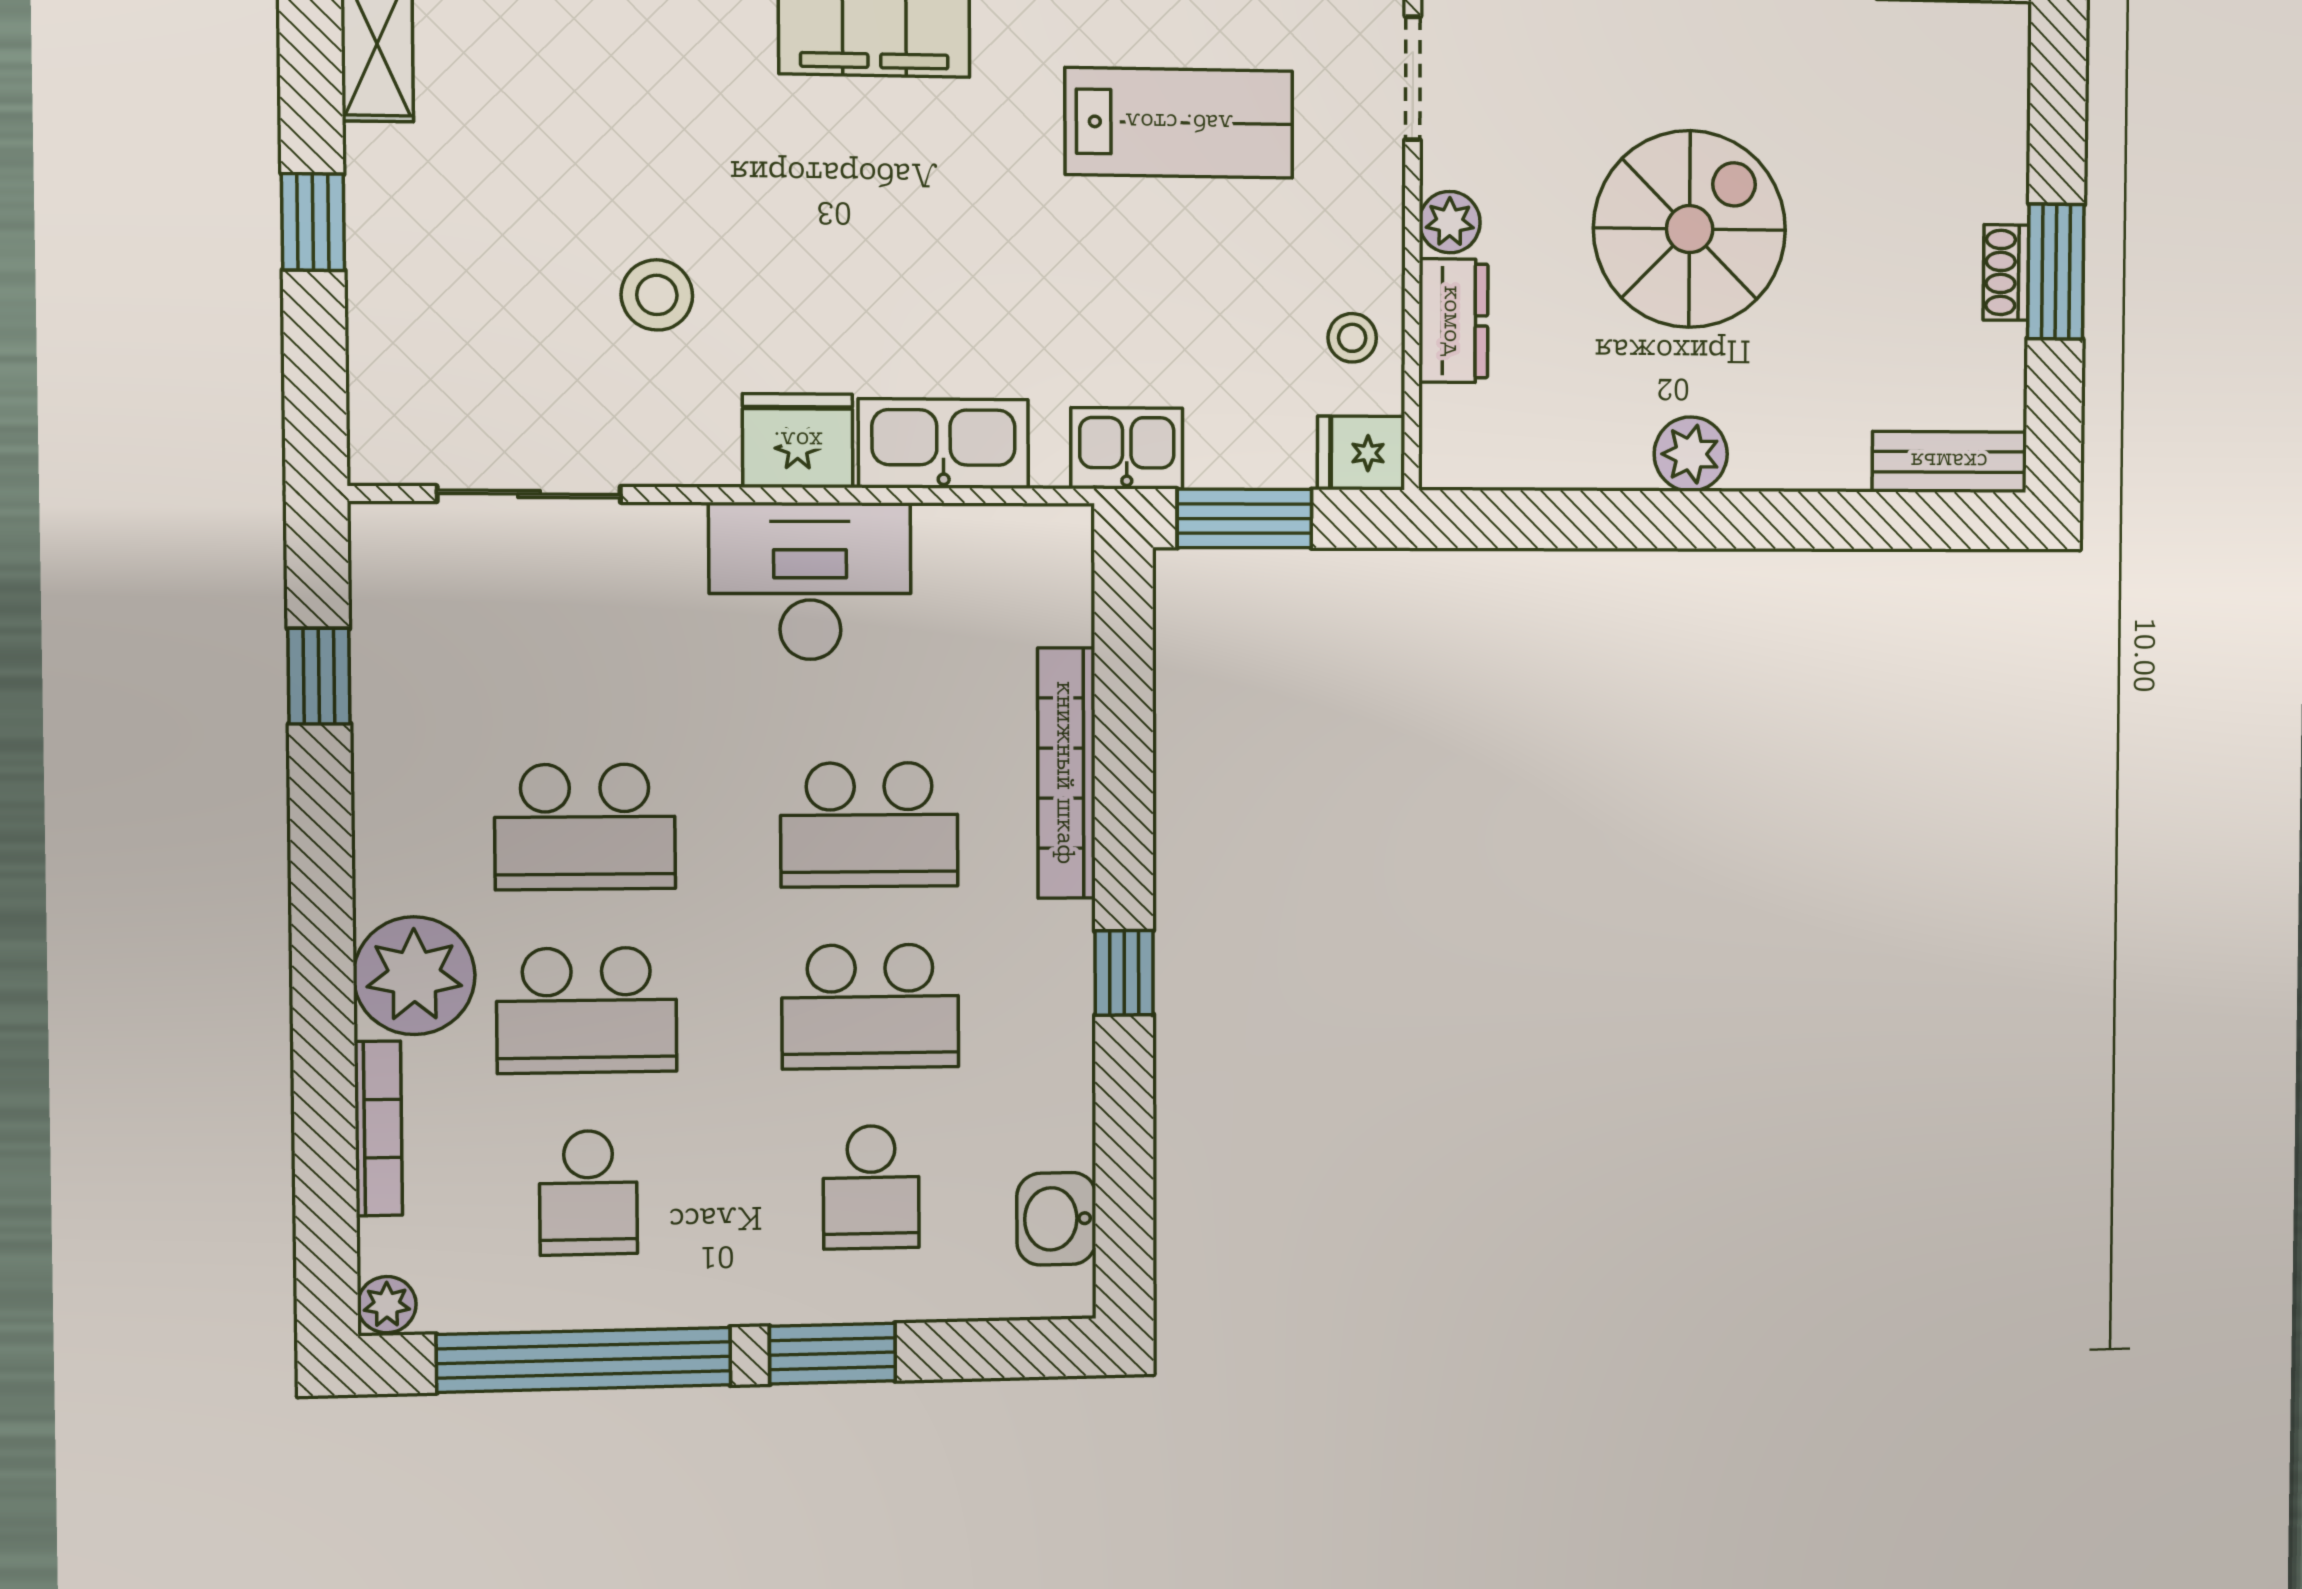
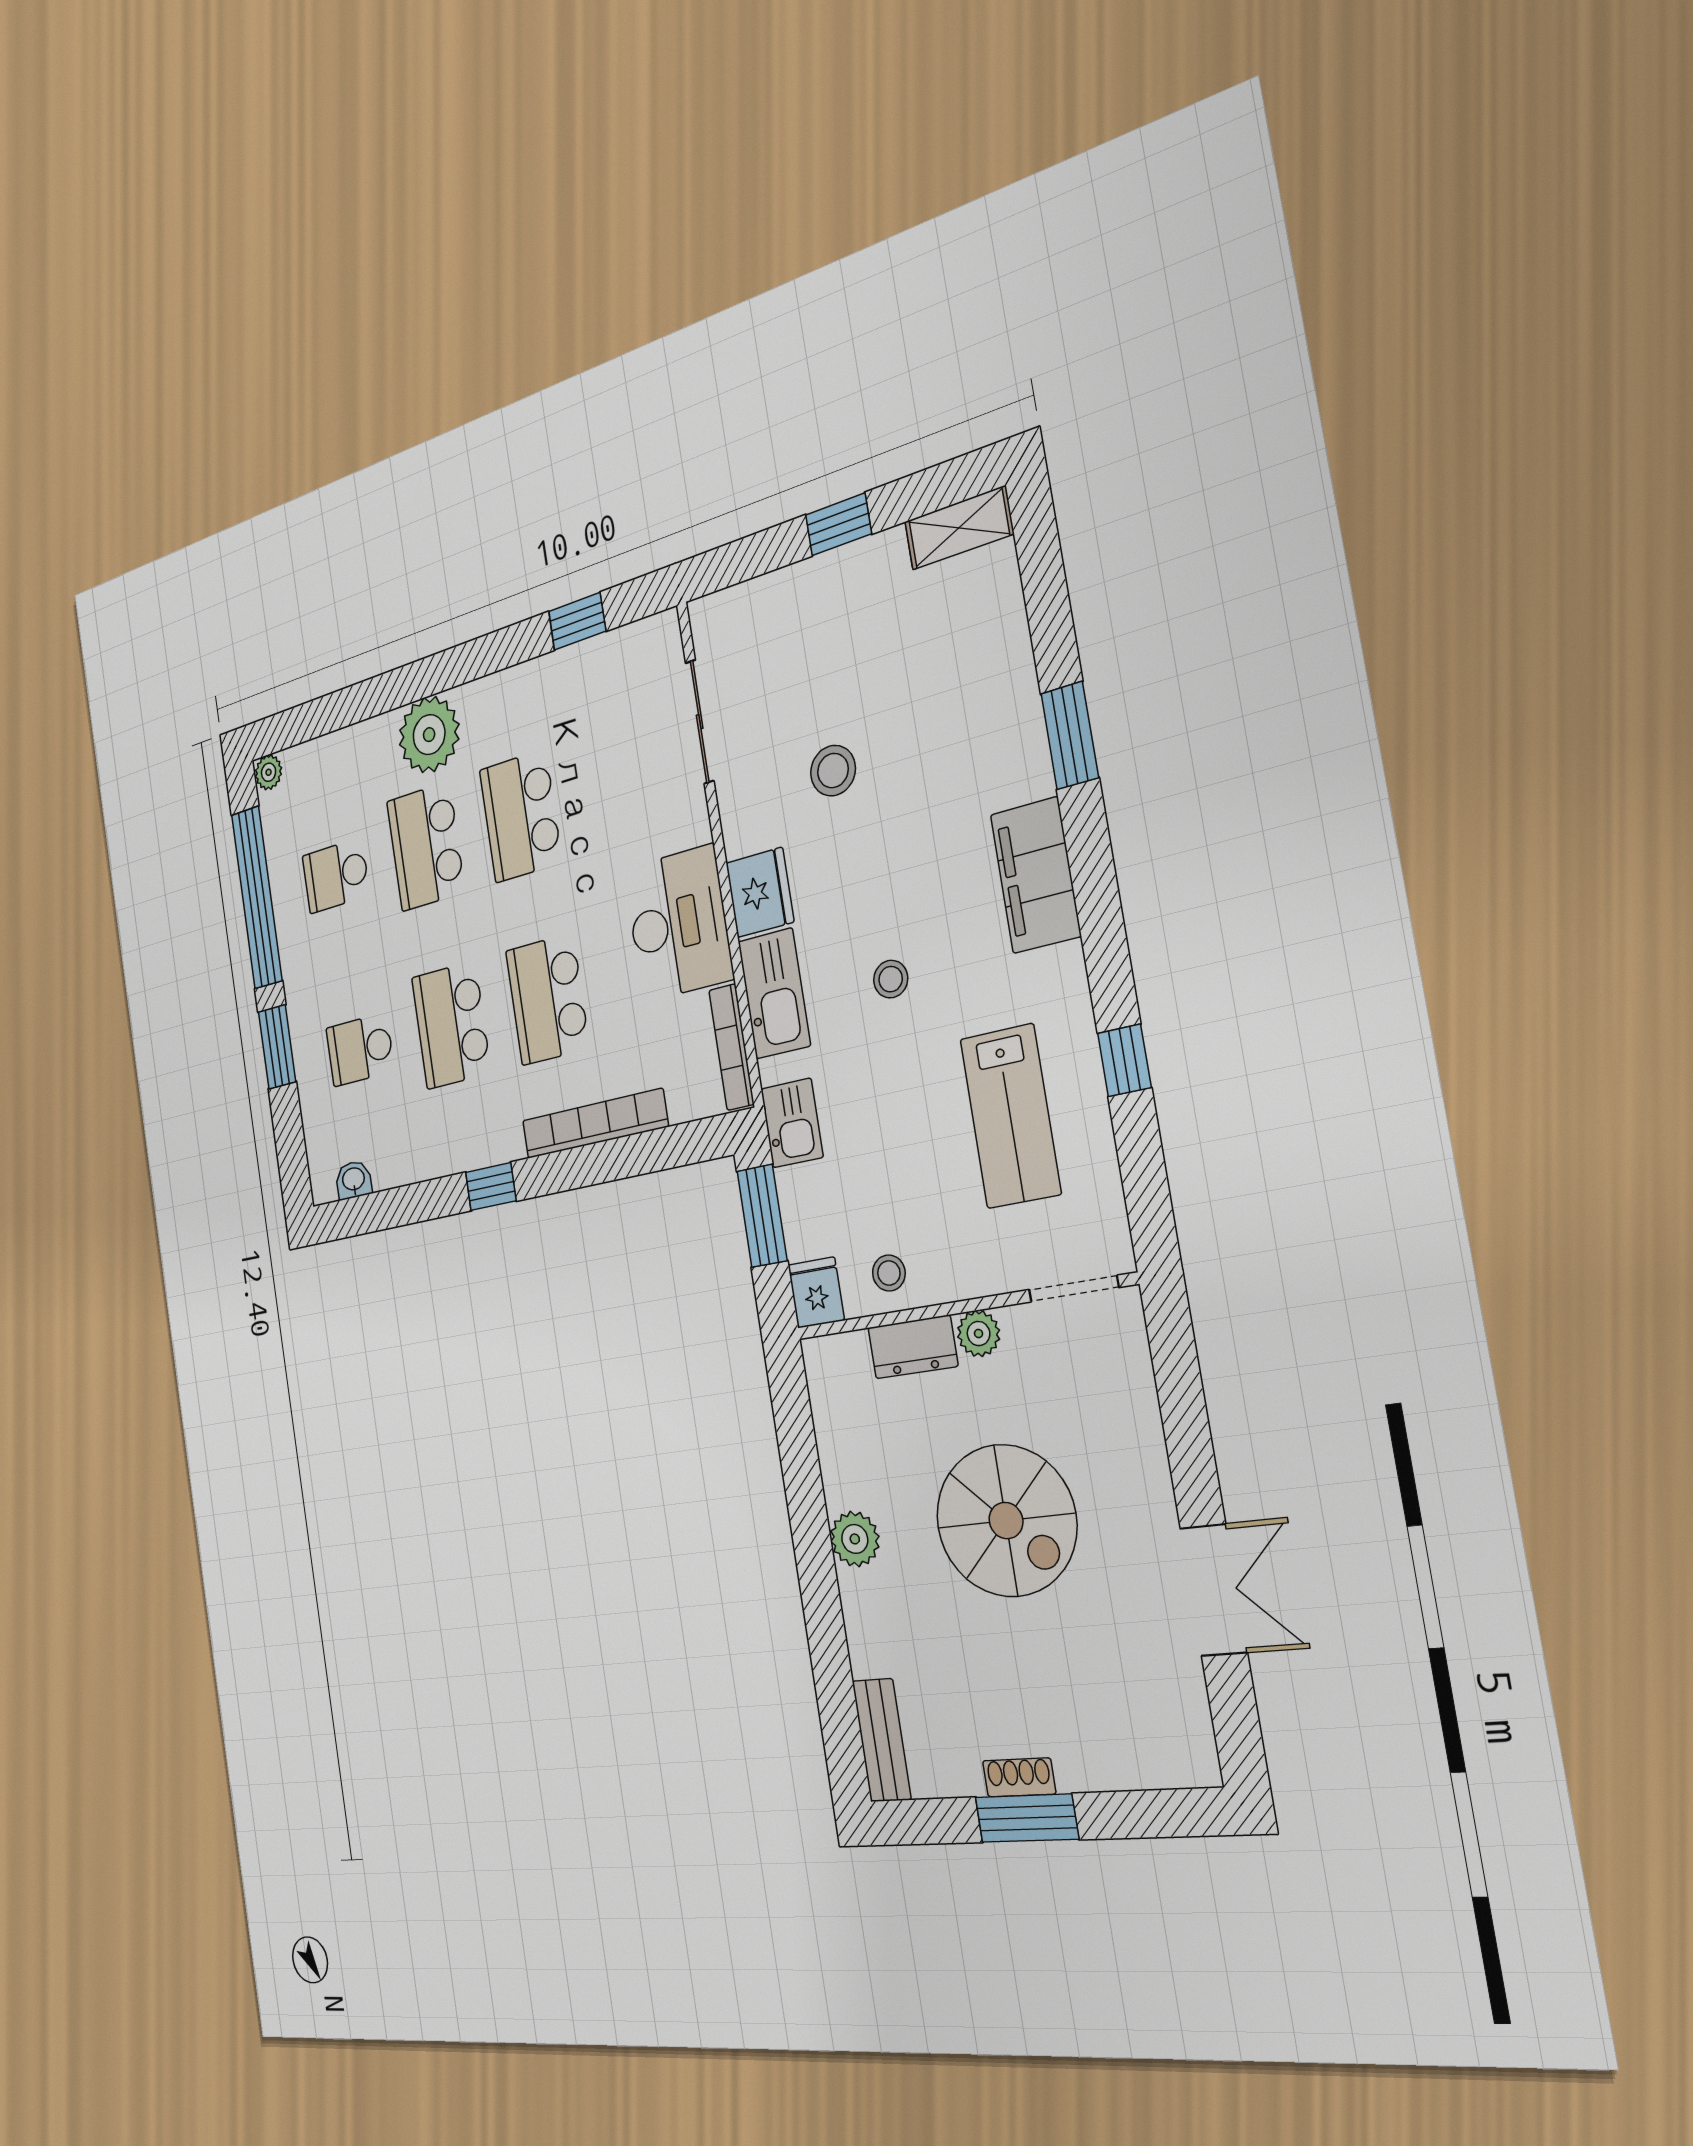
stool: (963, 261) -> (891, 979), added
bookcase: (378, 1128) -> (731, 1047), moved, turned 90
washbasin: (1056, 1219) -> (354, 1180), width x0.72, depth x0.69

